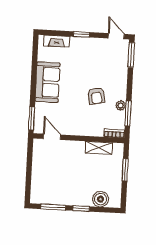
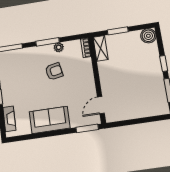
window: (128, 113) -> (48, 42), moved
shelving: (99, 148) -> (101, 48), moved
boiler: (101, 199) -> (148, 36), moved

